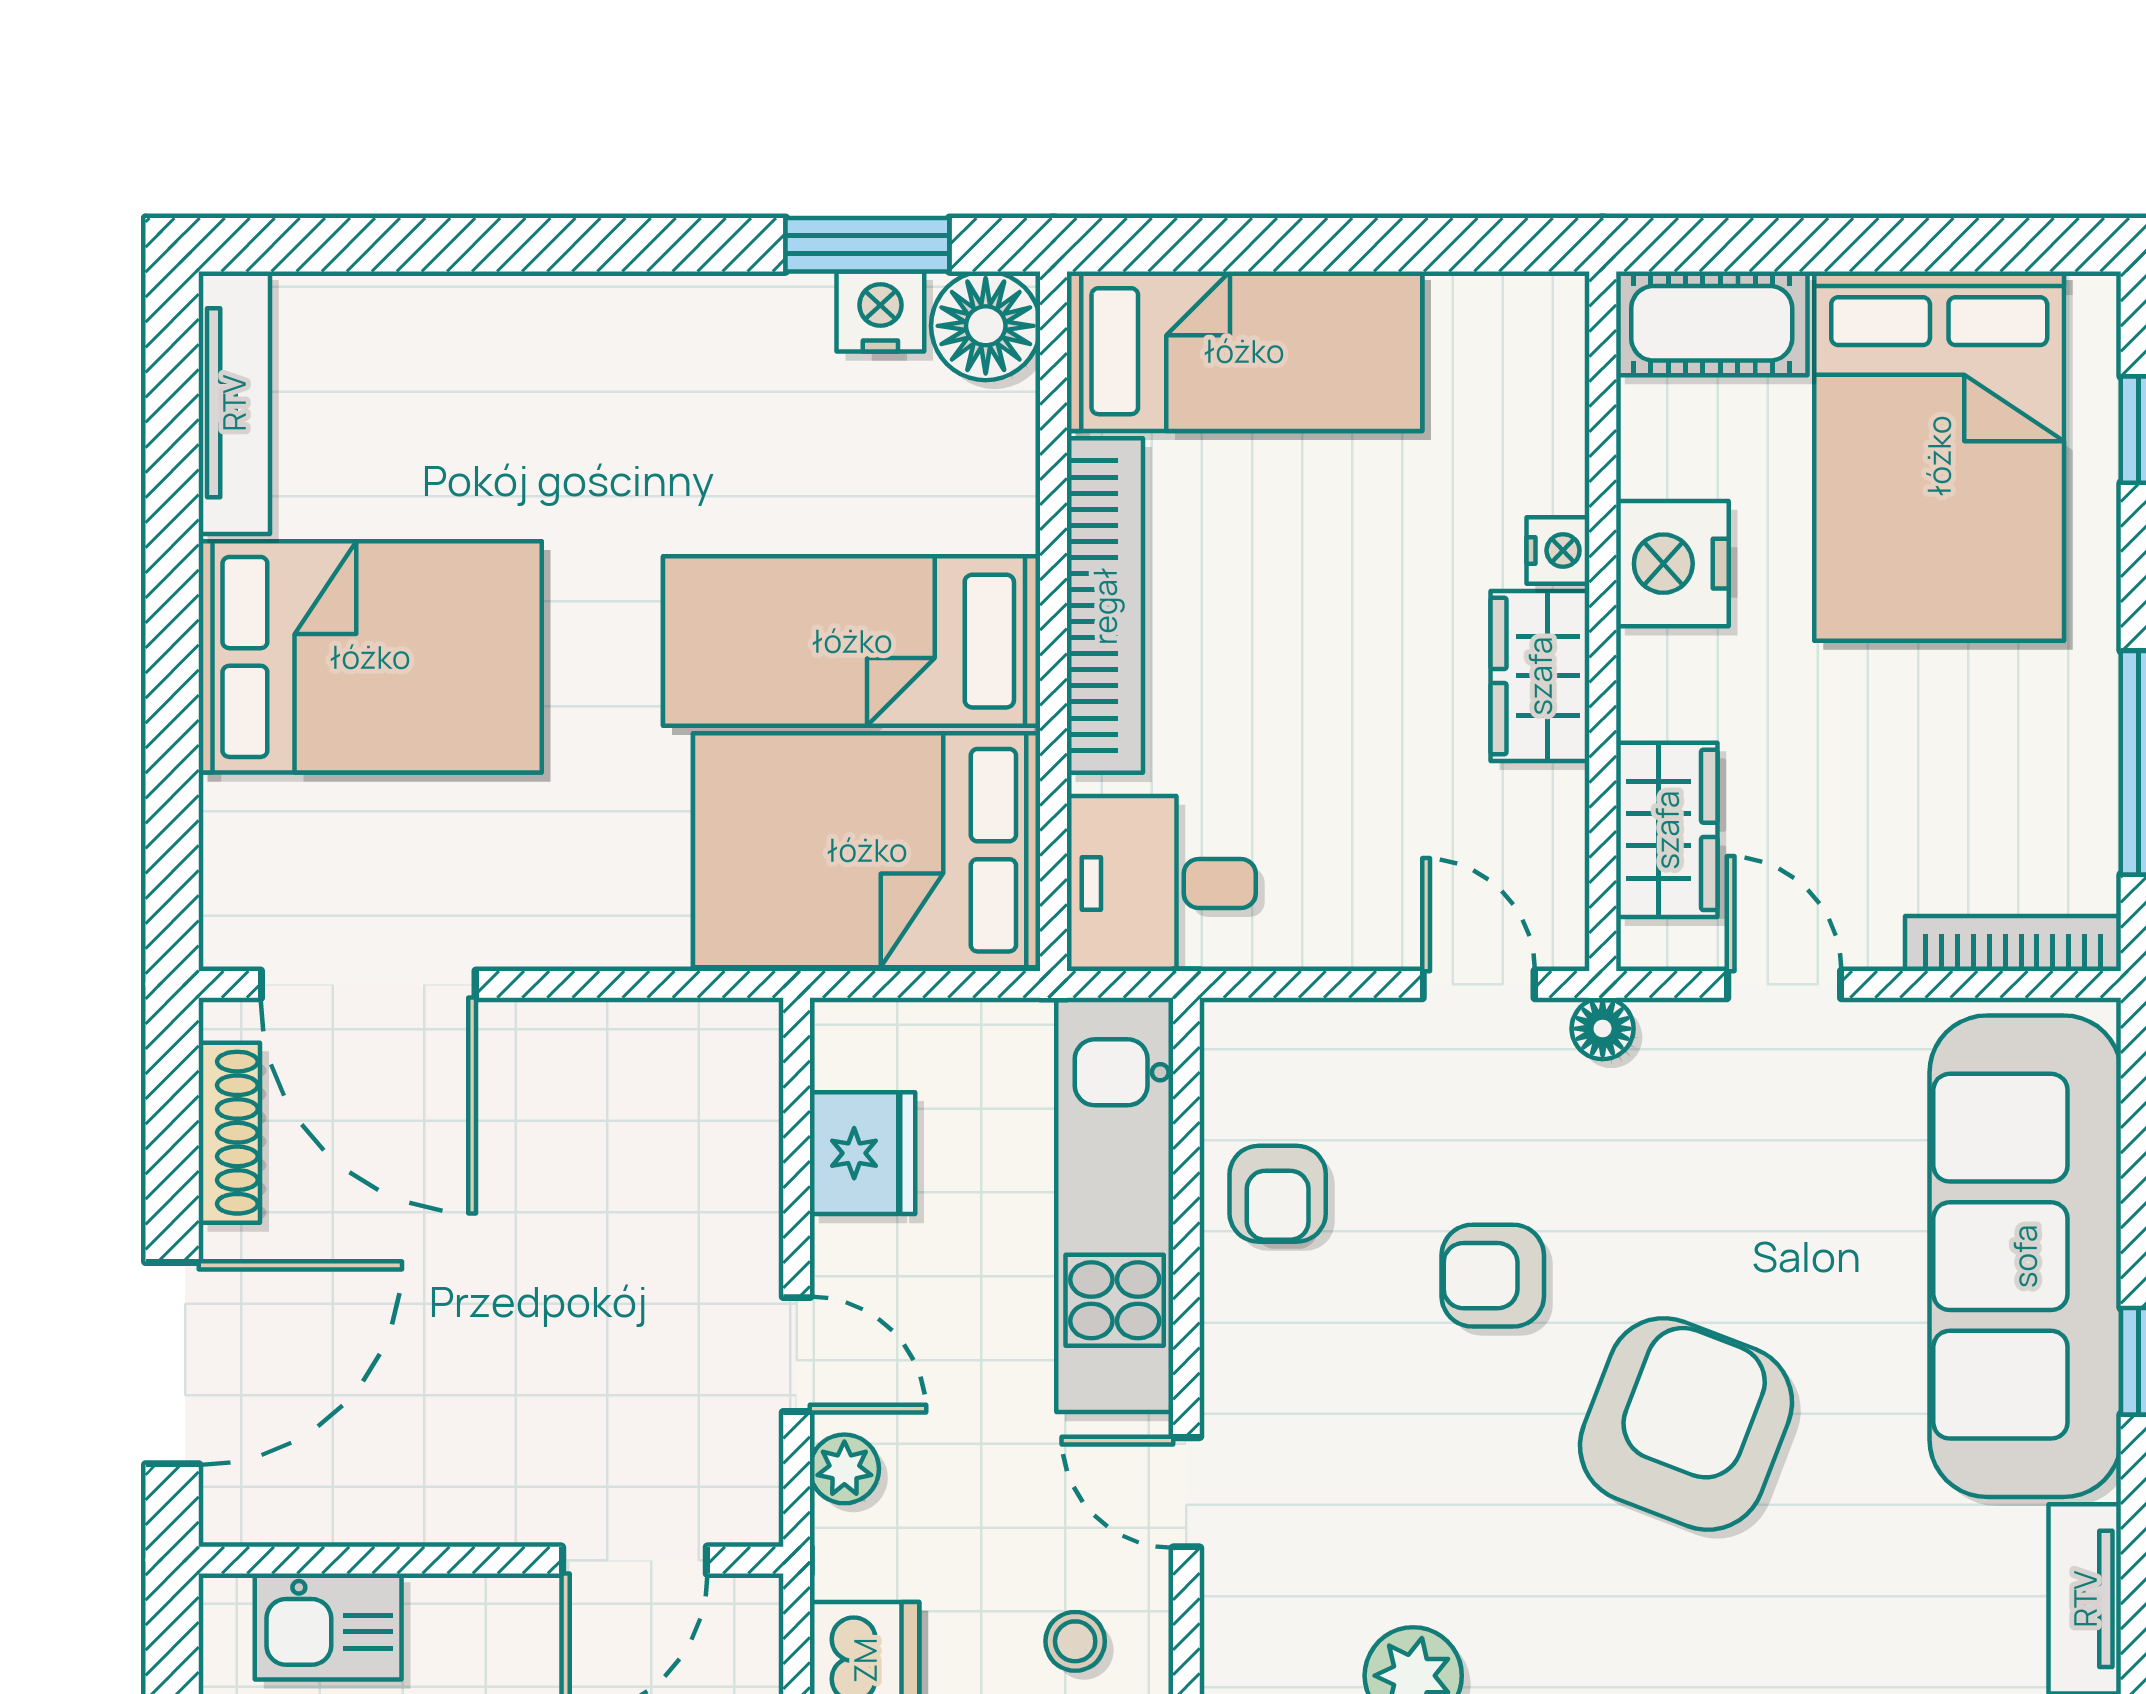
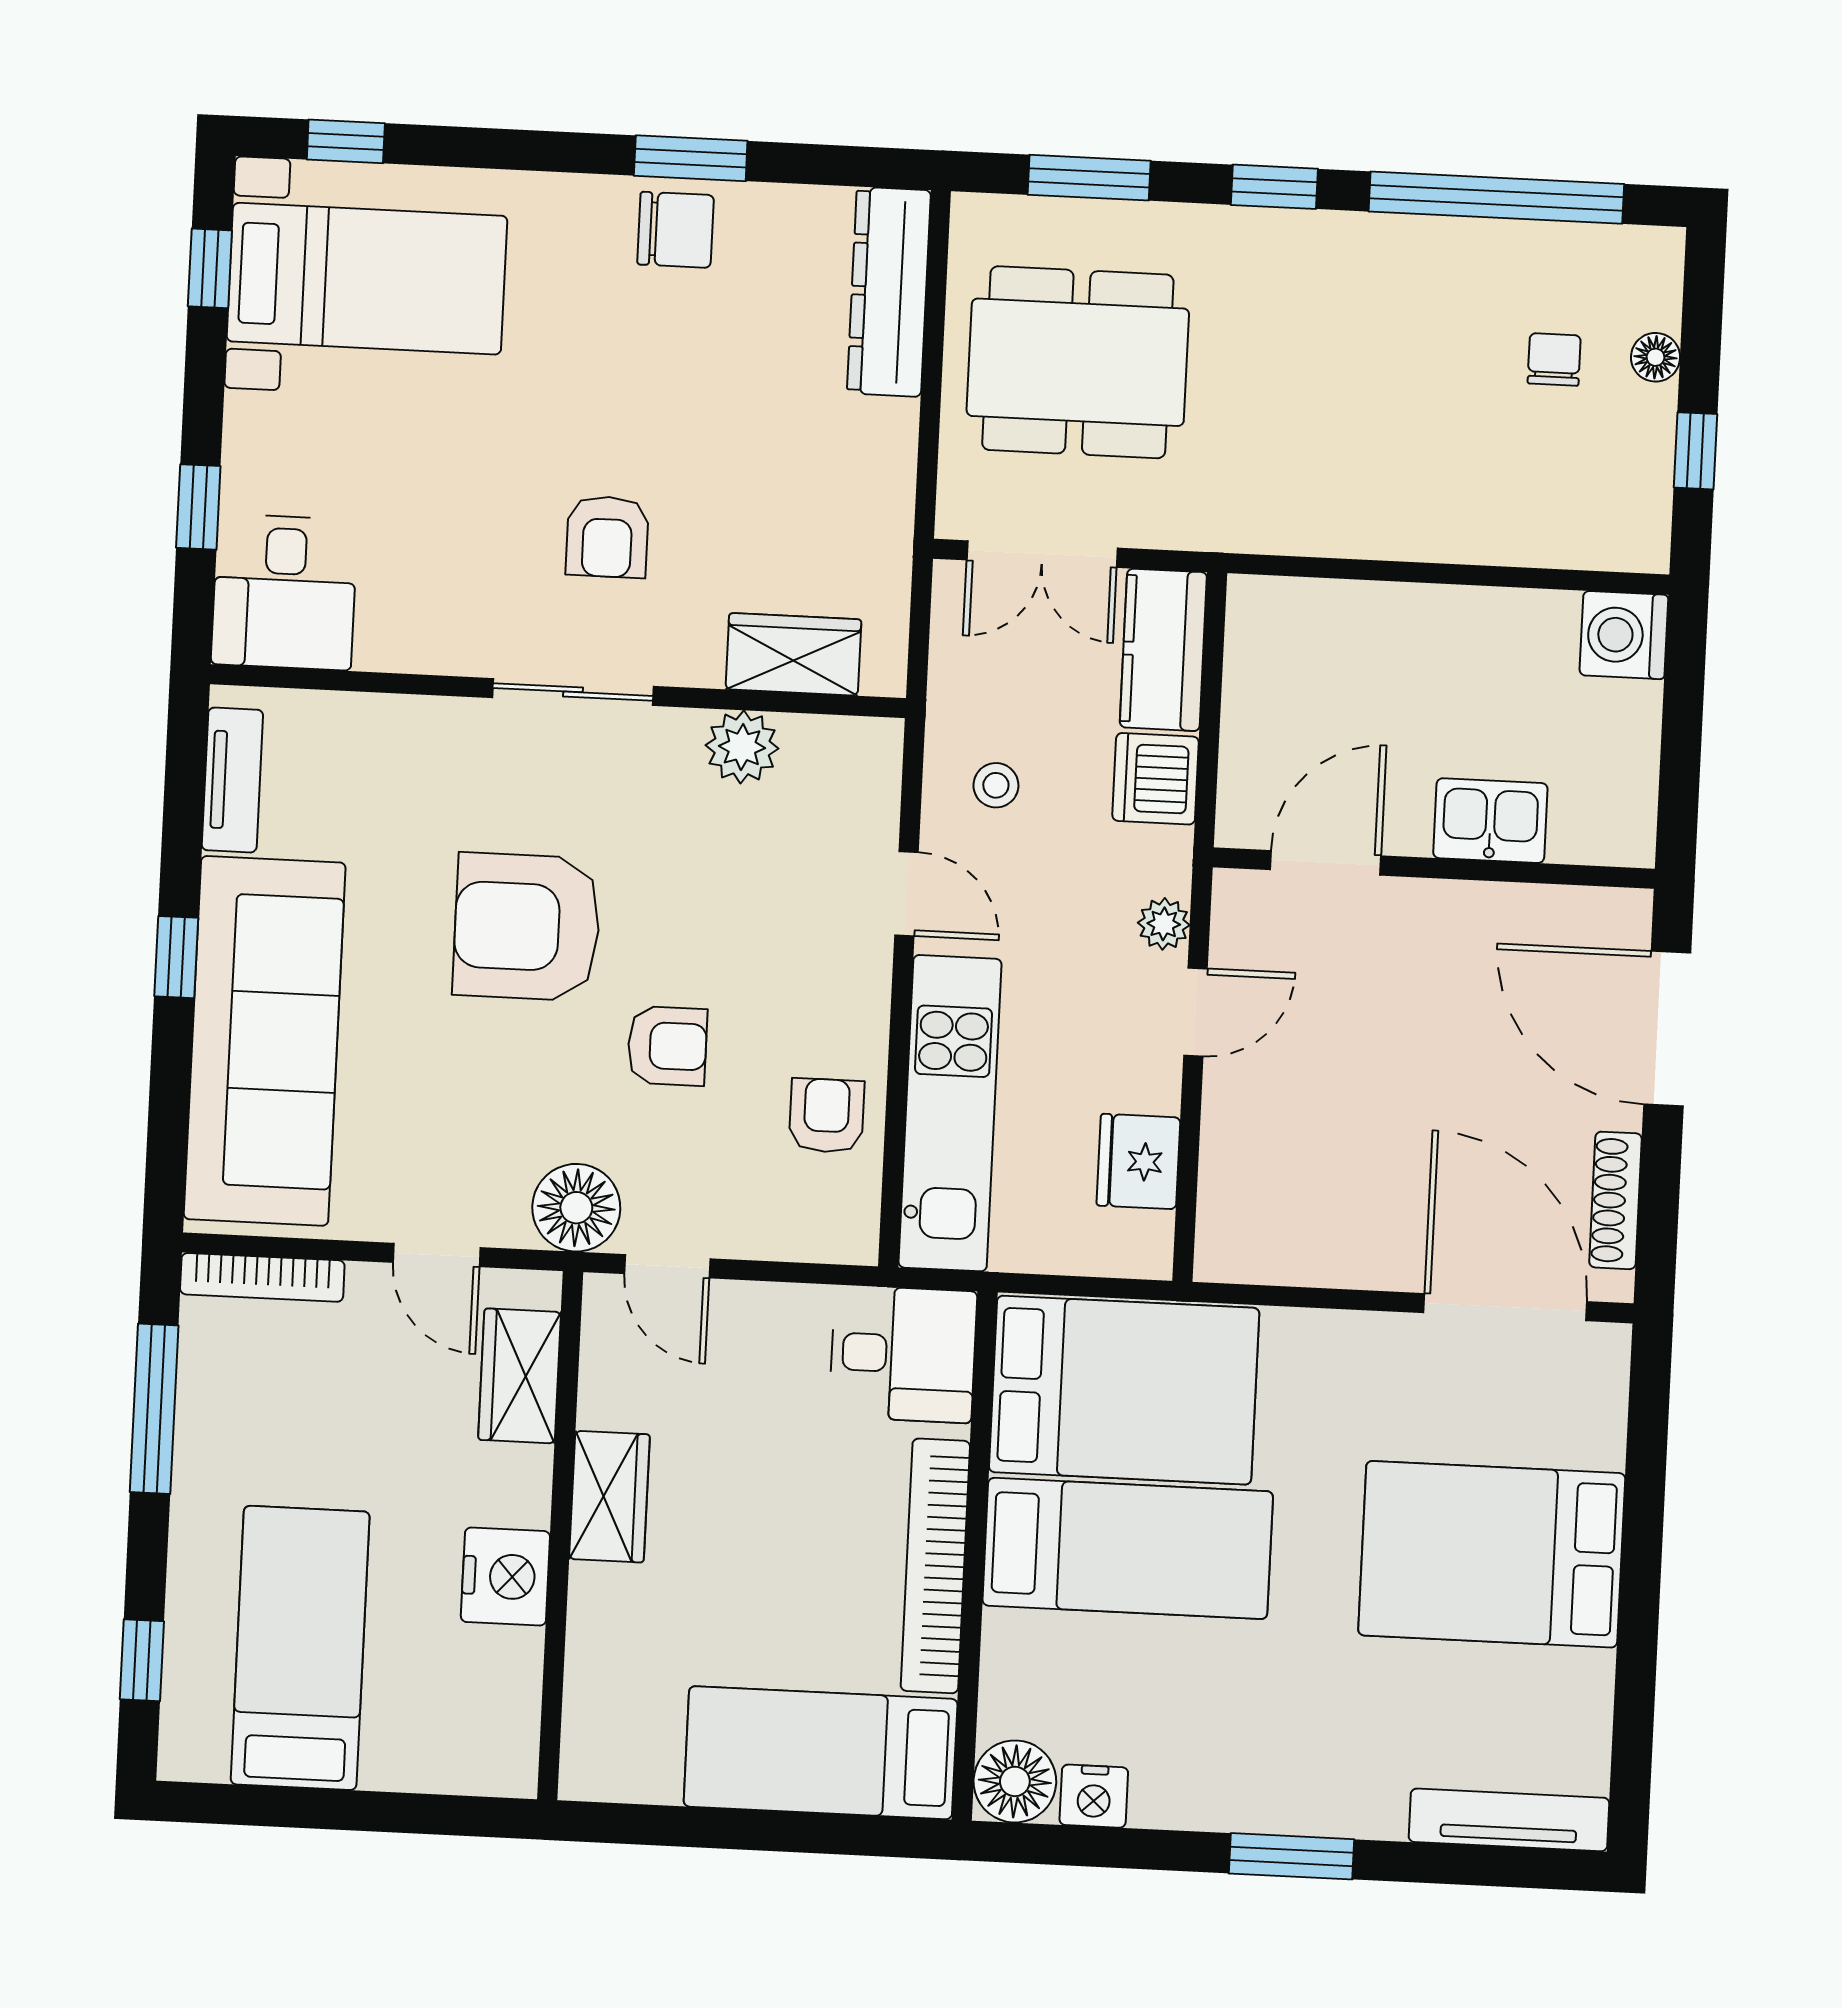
window: (867, 245) -> (1291, 1856), moved
cot: (1712, 323) -> (467, 1757), removed
tv unit: (234, 403) -> (1509, 1820), moved, turned 90
bed: (1939, 456) -> (300, 1648), width x0.67
nightstand: (1558, 550) -> (591, 1591), removed
floor lamp: (1603, 1029) -> (576, 1208), width x1.89, depth x1.89
door: (797, 1355) -> (1196, 1012), swing flipped
door: (172, 1363) -> (1667, 1029), hinge flipped
armchair: (1686, 1424) -> (527, 927), turned 69
kitchen sink: (328, 1627) -> (1490, 821), moved

